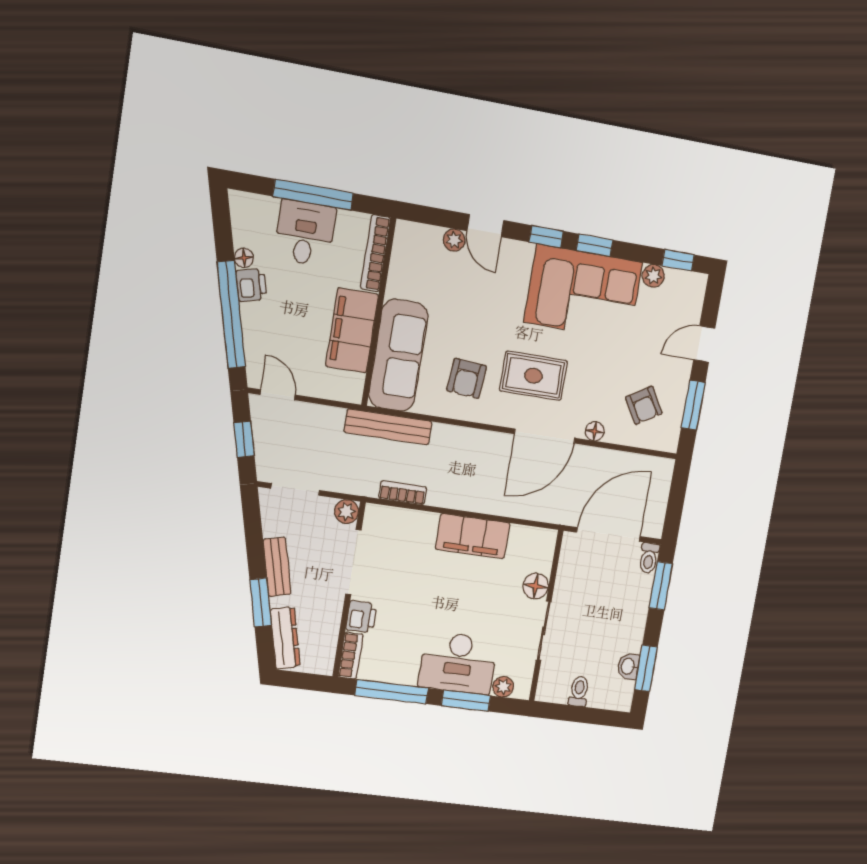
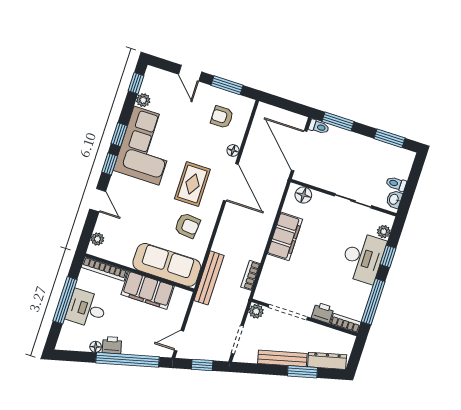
door: (485, 226) -> (98, 200), hinge flipped
plant: (454, 240) -> (97, 239), moved
armchair: (644, 405) -> (222, 117), turned -149
bench: (277, 567) -> (282, 358), width x1.36
floor lamp: (536, 586) -> (303, 195), moved
washbasin: (628, 666) -> (394, 199), moved, turned 90
window: (466, 701) -> (388, 256), width x0.67

